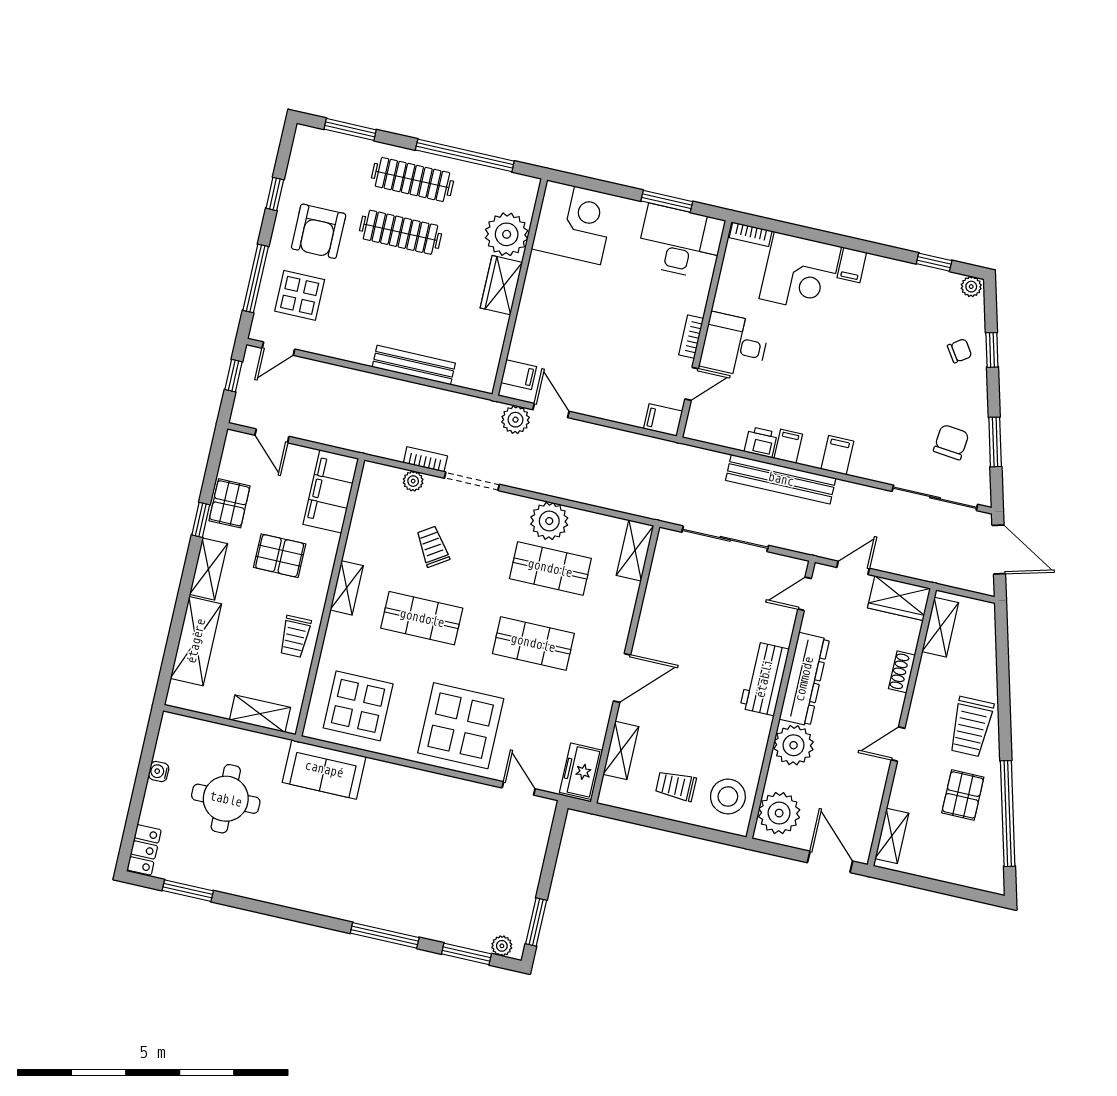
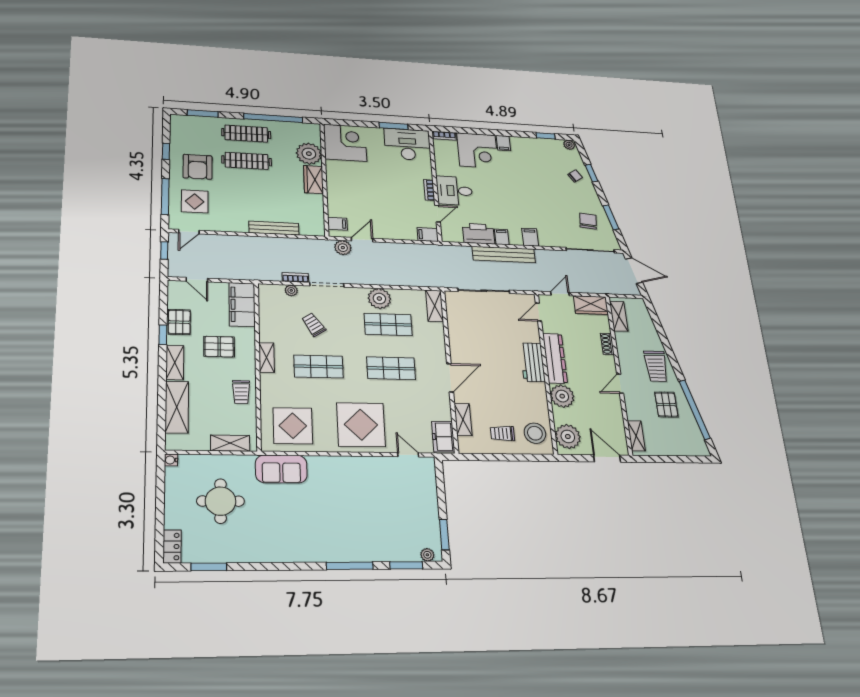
door: (551, 411) -> (362, 240), hinge flipped
printer: (761, 442) -> (479, 234), width x1.87, depth x1.48
water cooler: (159, 772) -> (171, 460), moved

